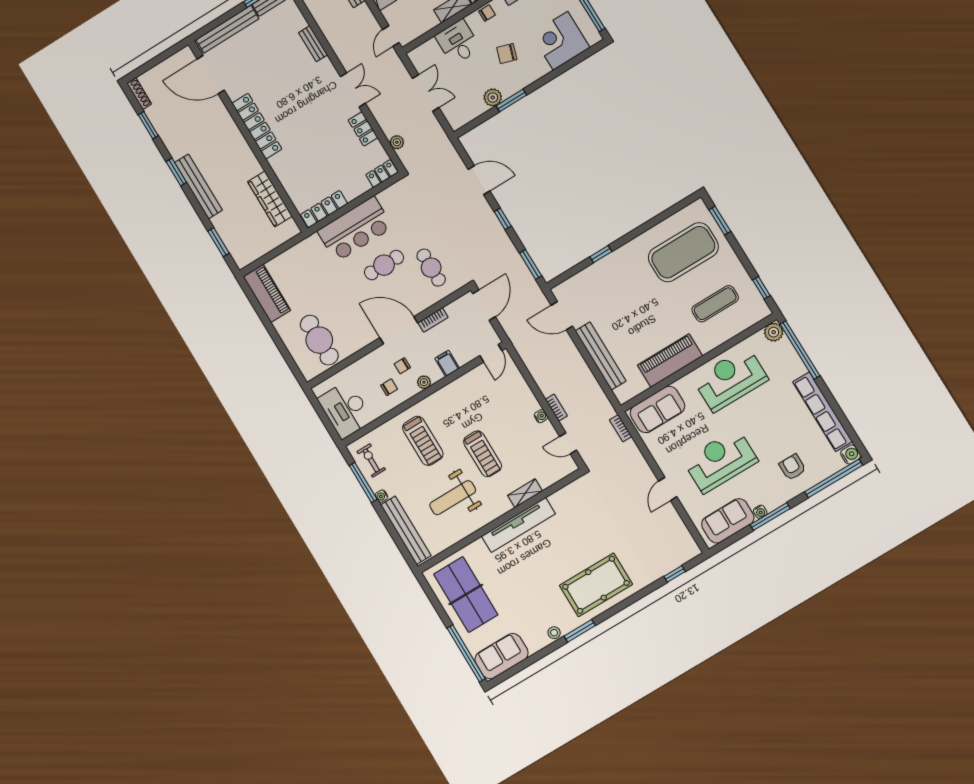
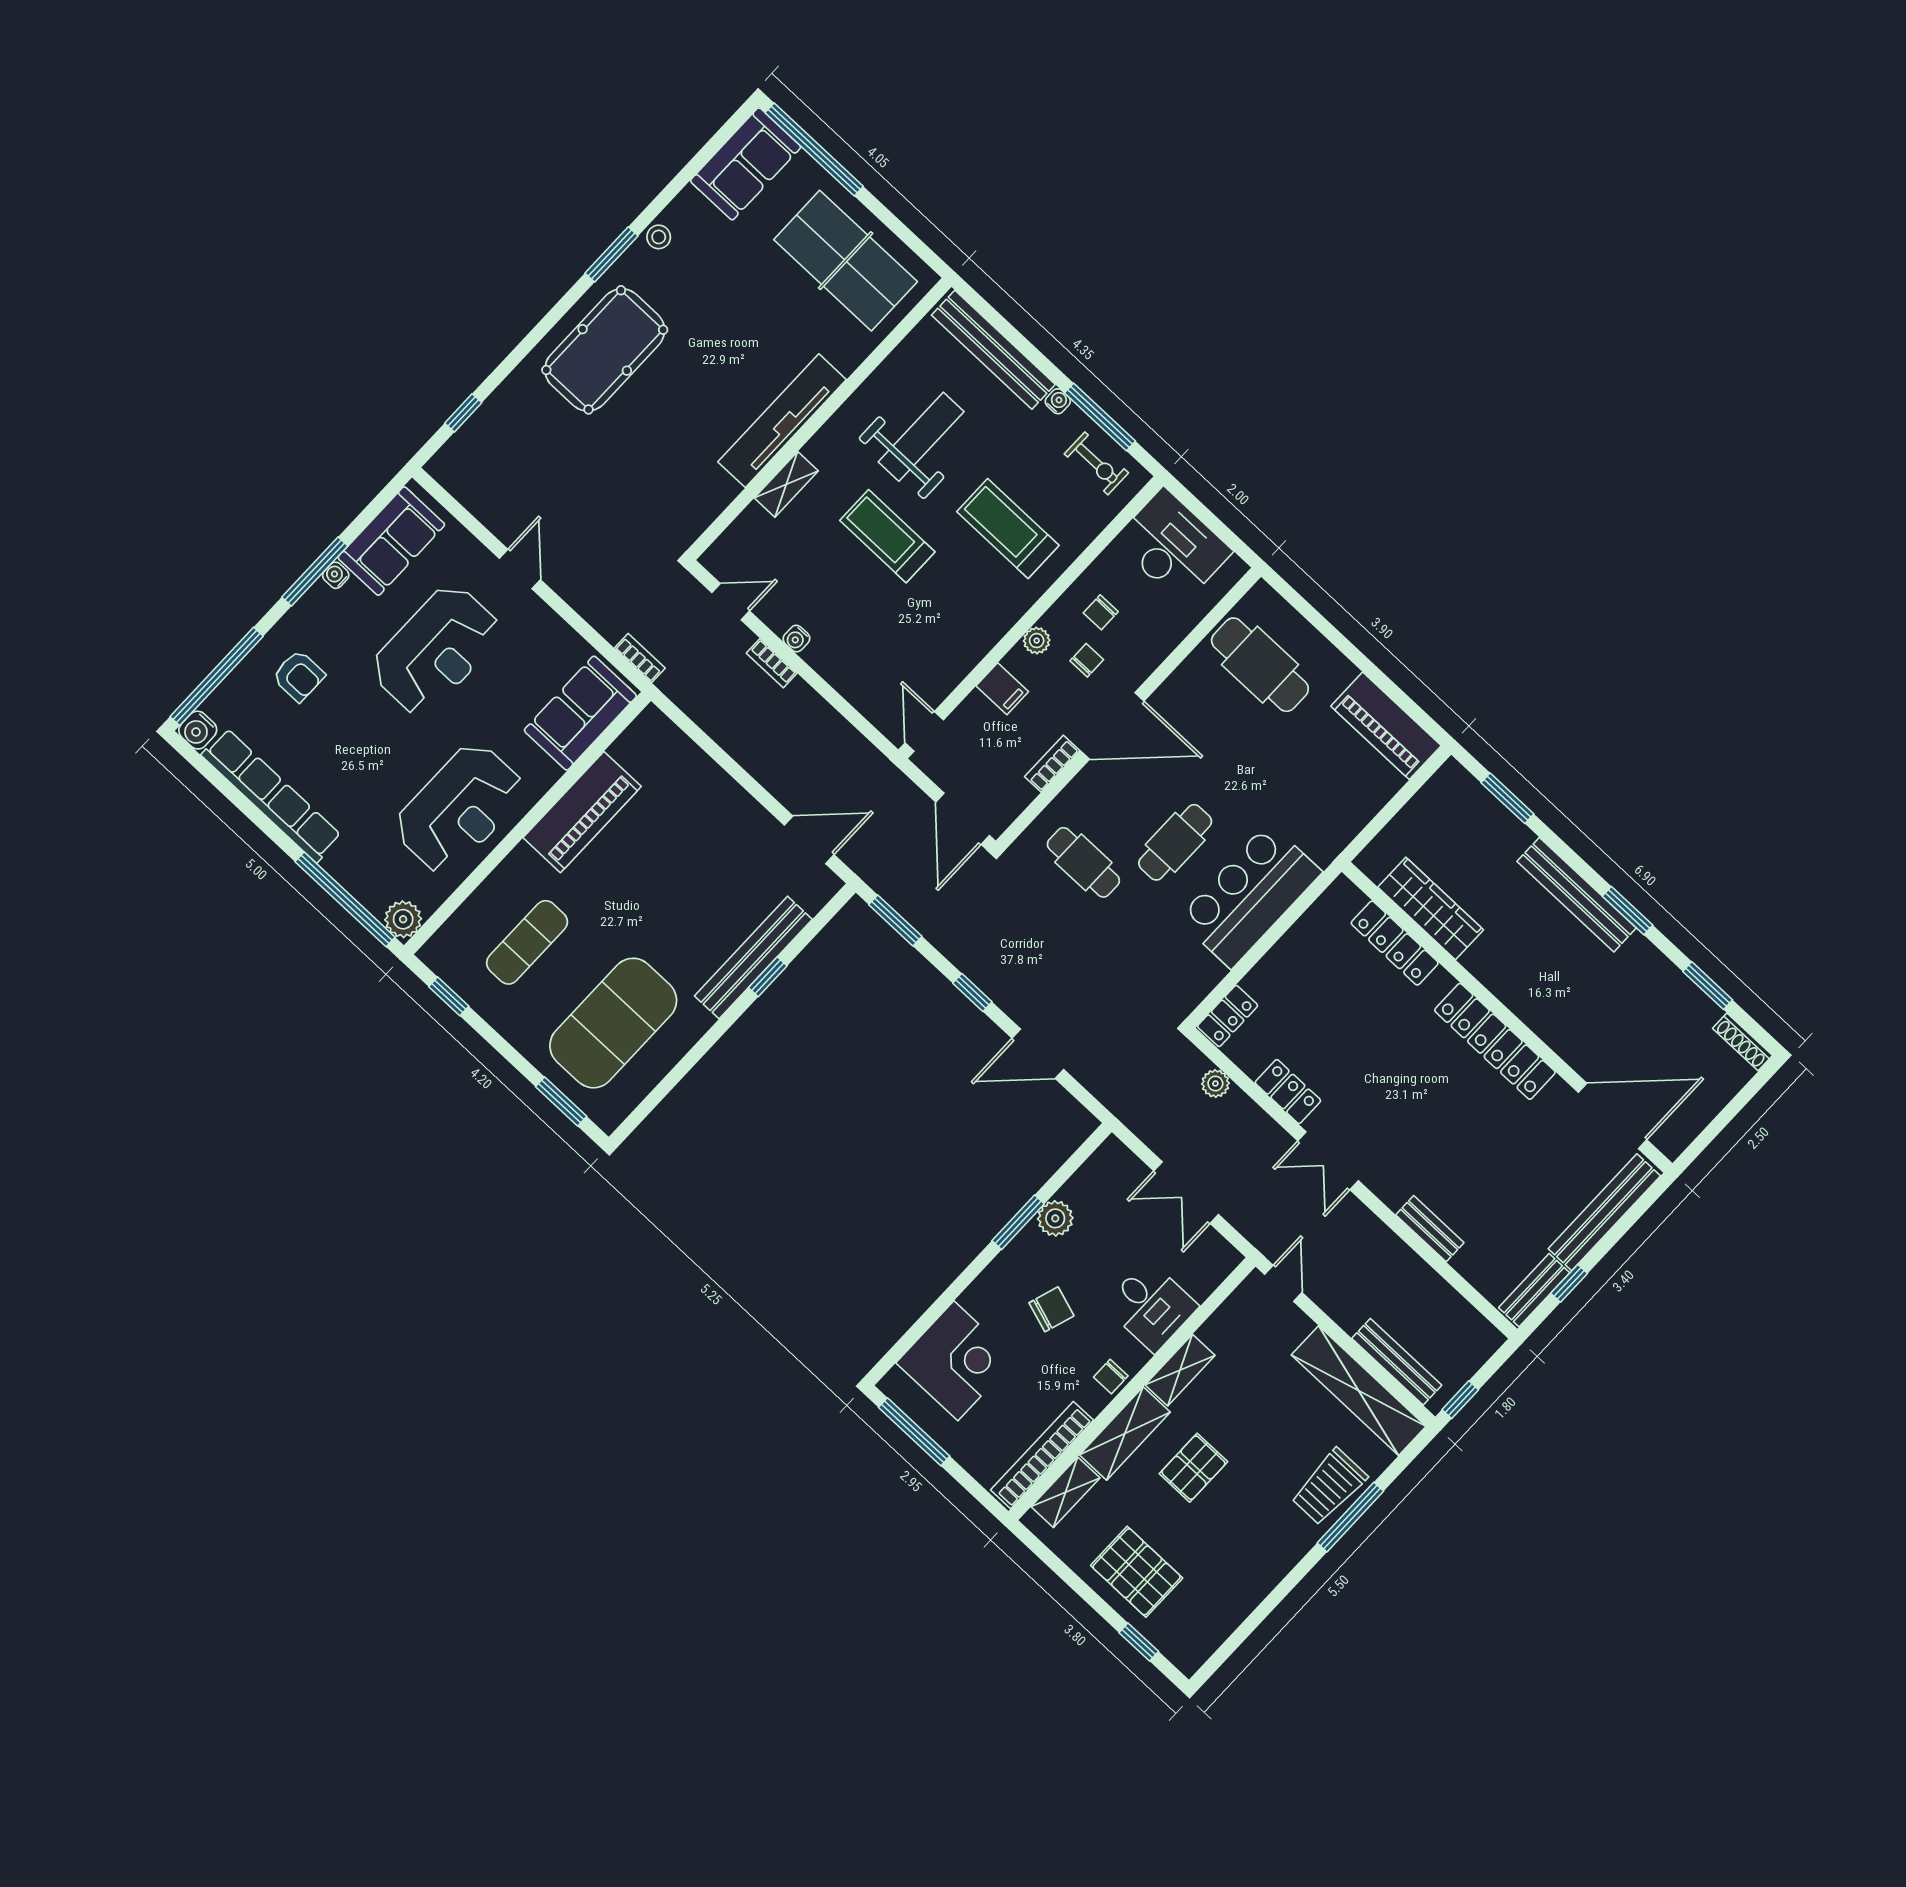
locker: (324, 209) -> (1395, 943), moved, turned 90
bench: (601, 356) -> (753, 958), moved, turned 90

